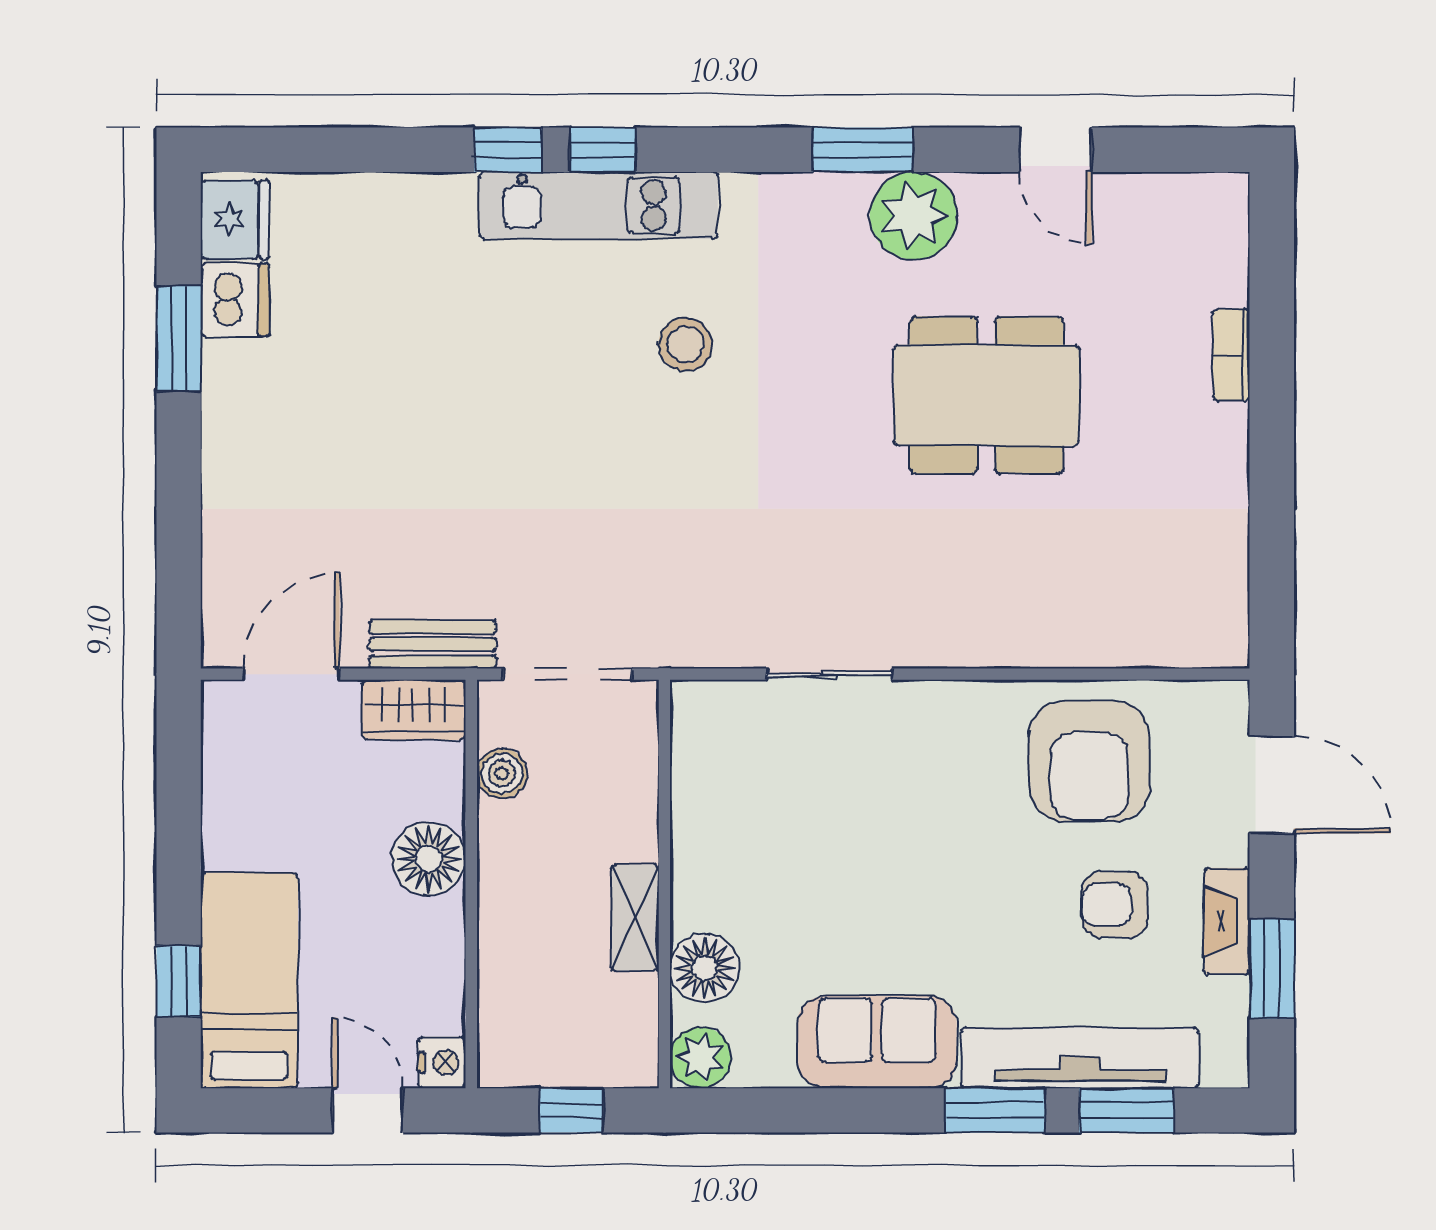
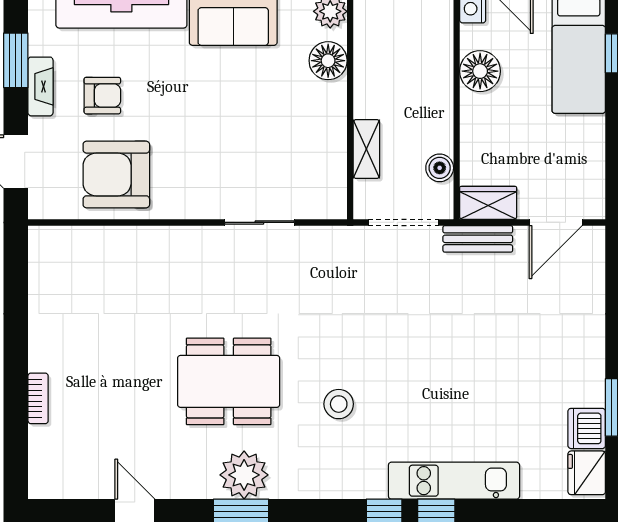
kitchen unit: (599, 205) -> (454, 481), moved
plant: (914, 216) -> (244, 475), moved
dining table: (986, 395) -> (229, 381), moved
armchair: (1089, 761) -> (116, 174), turned -90
floor lamp: (429, 859) -> (480, 71), moved
shelving: (635, 918) -> (366, 149), moved

